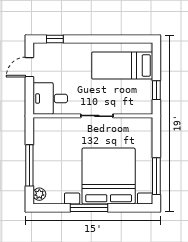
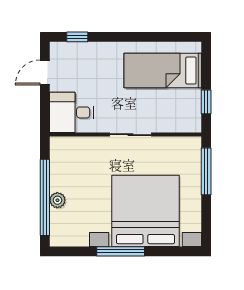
window: (29, 165) -> (45, 197), width x1.46
window: (156, 176) -> (206, 171), moved
plant: (39, 194) -> (57, 200), moved

